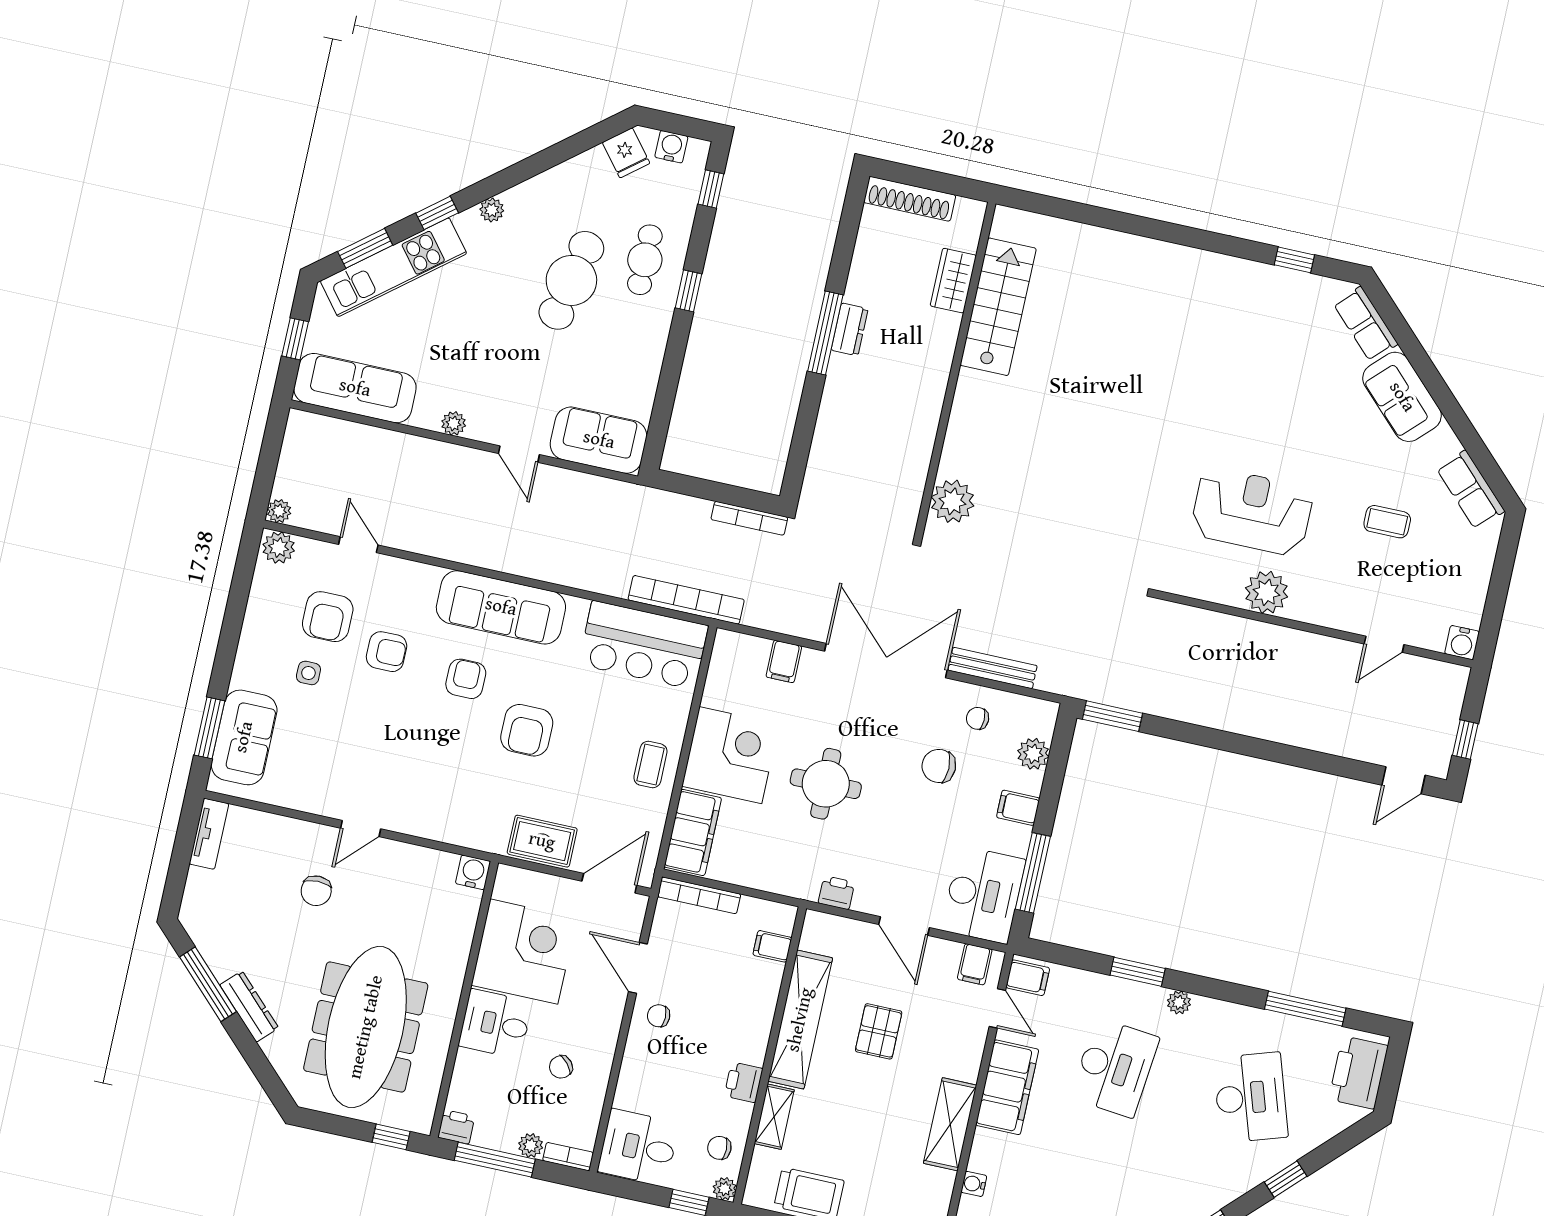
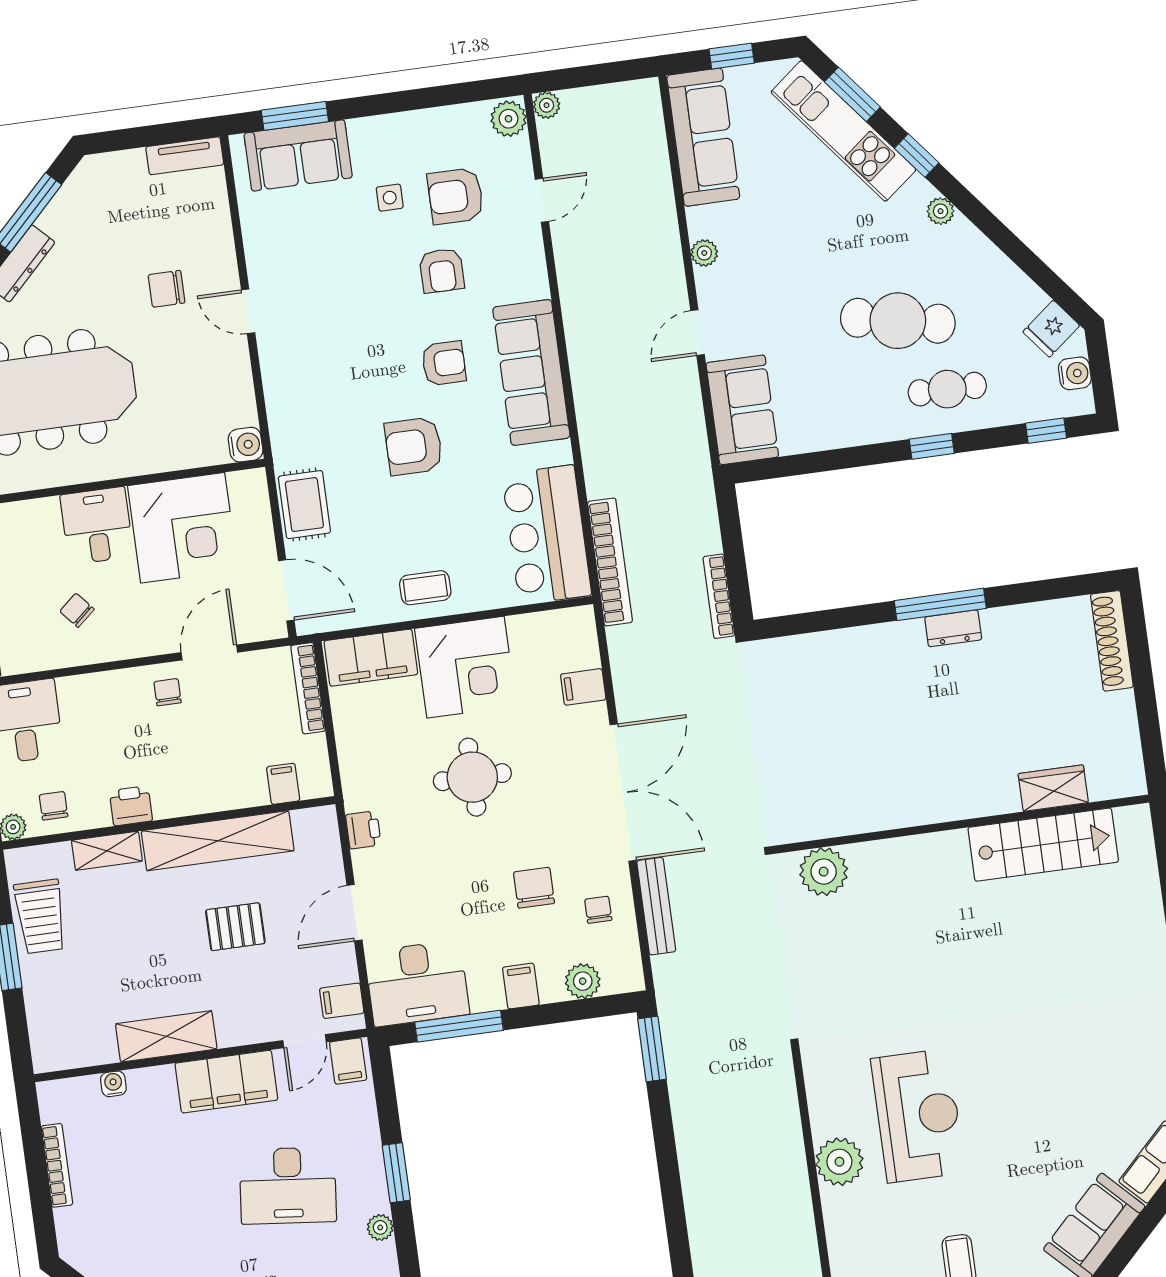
wardrobe: (953, 281) -> (1053, 788), moved
stairs: (998, 307) -> (1043, 845), moved
wall: (955, 370) -> (961, 824), moved
plant: (952, 501) -> (824, 872), moved

